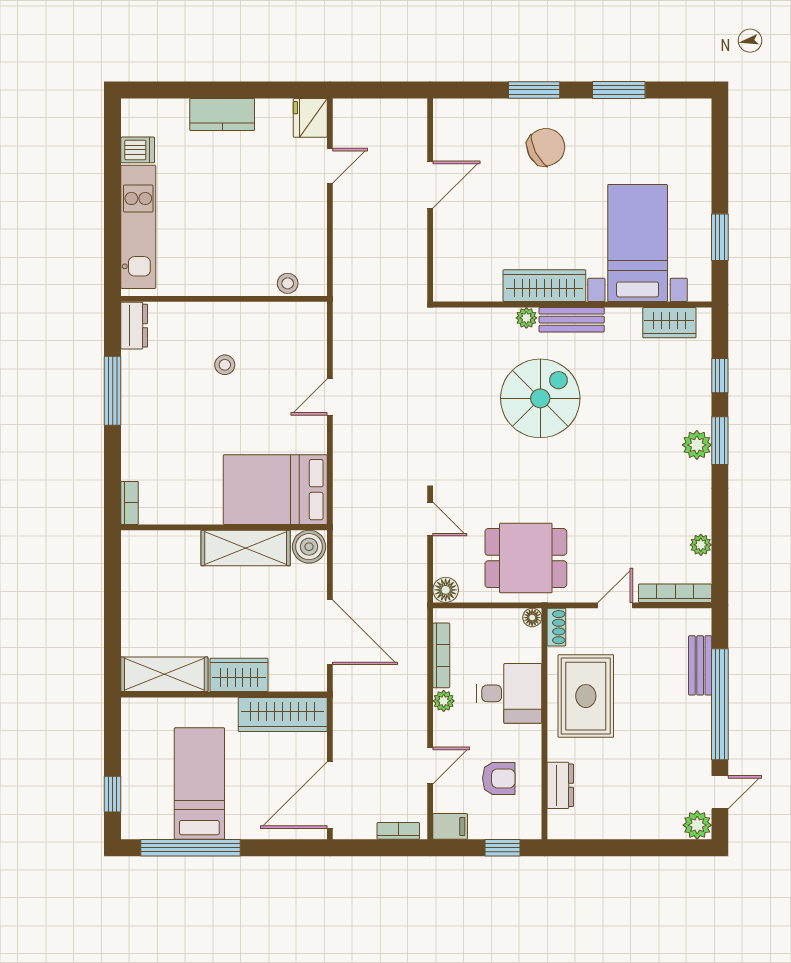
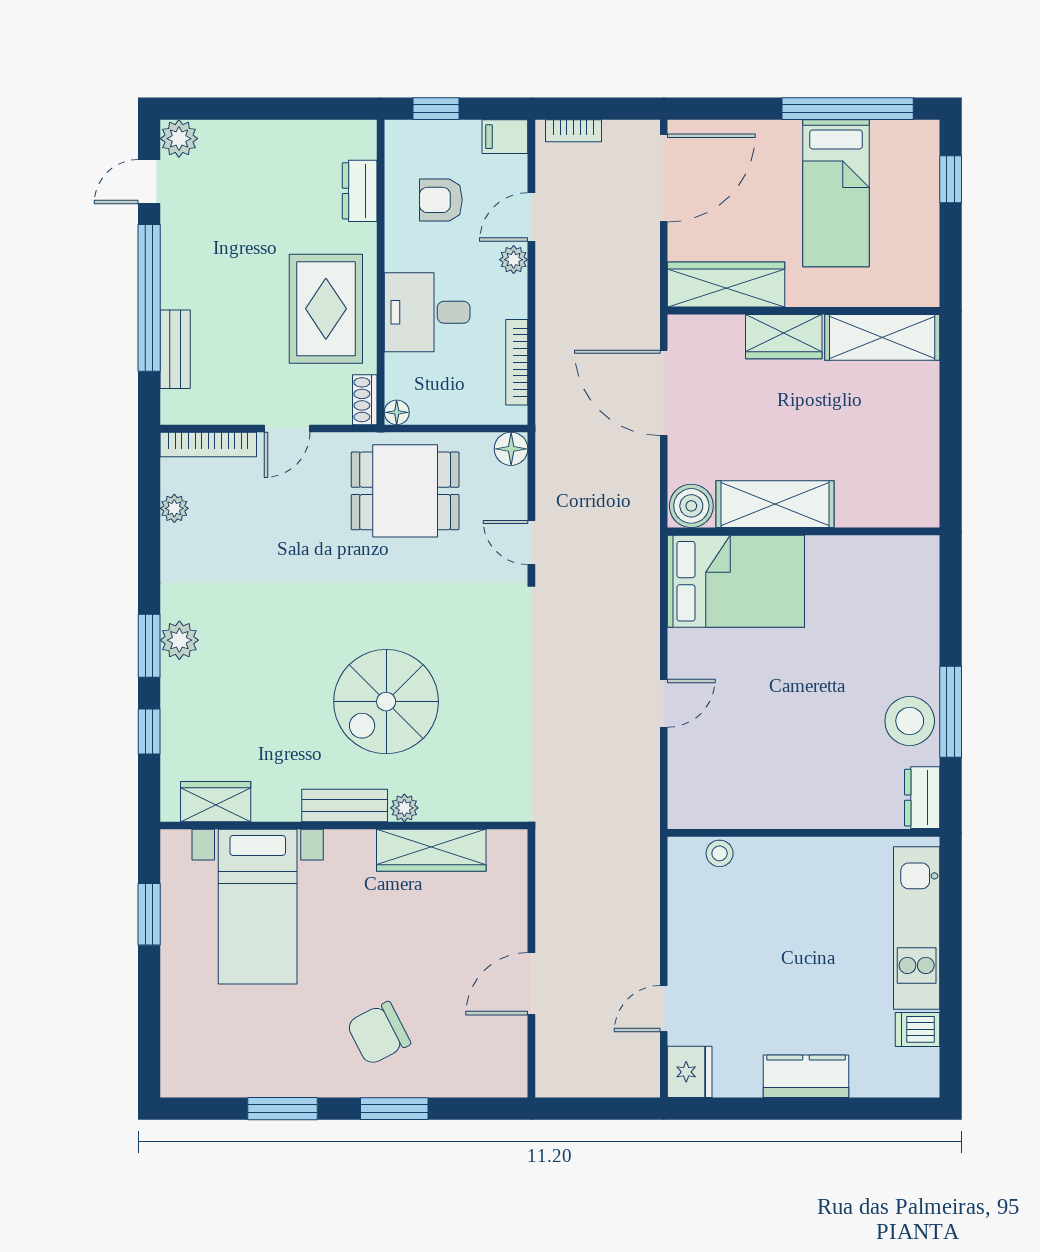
wardrobe: (544, 286) -> (431, 850), moved
stool: (225, 365) -> (910, 721), moved, width x1.89, depth x1.89
bookcase: (130, 503) -> (928, 564), removed
plant: (444, 701) -> (514, 260), moved

